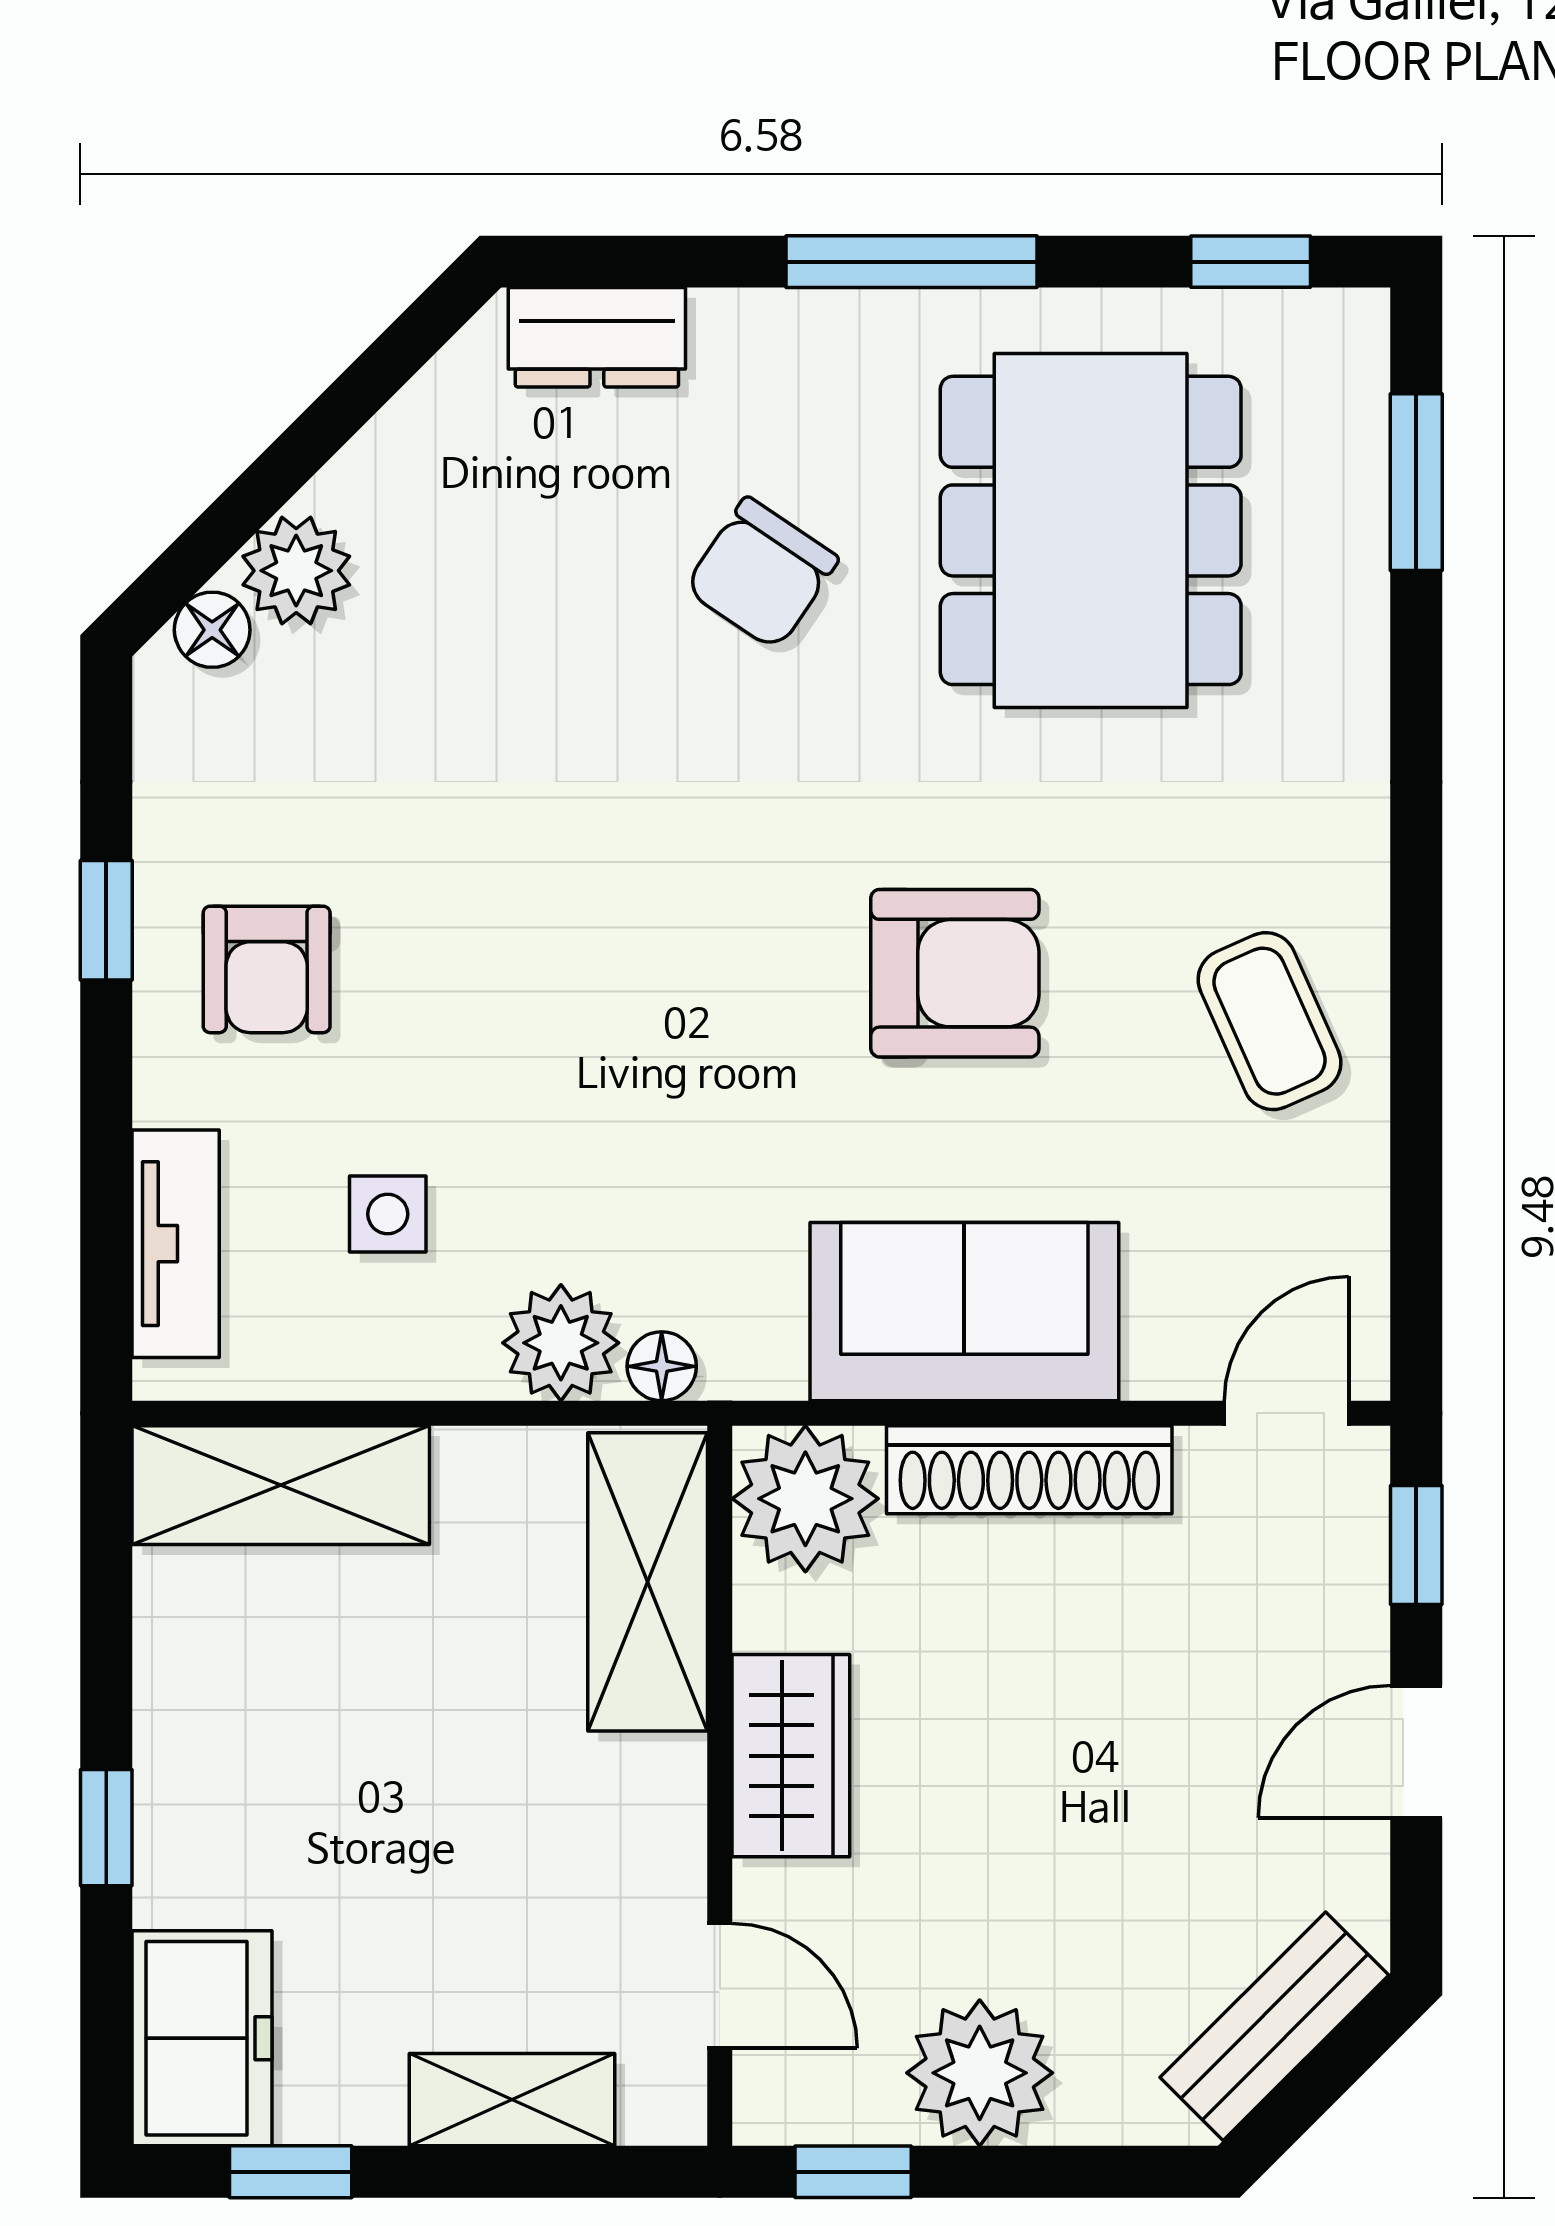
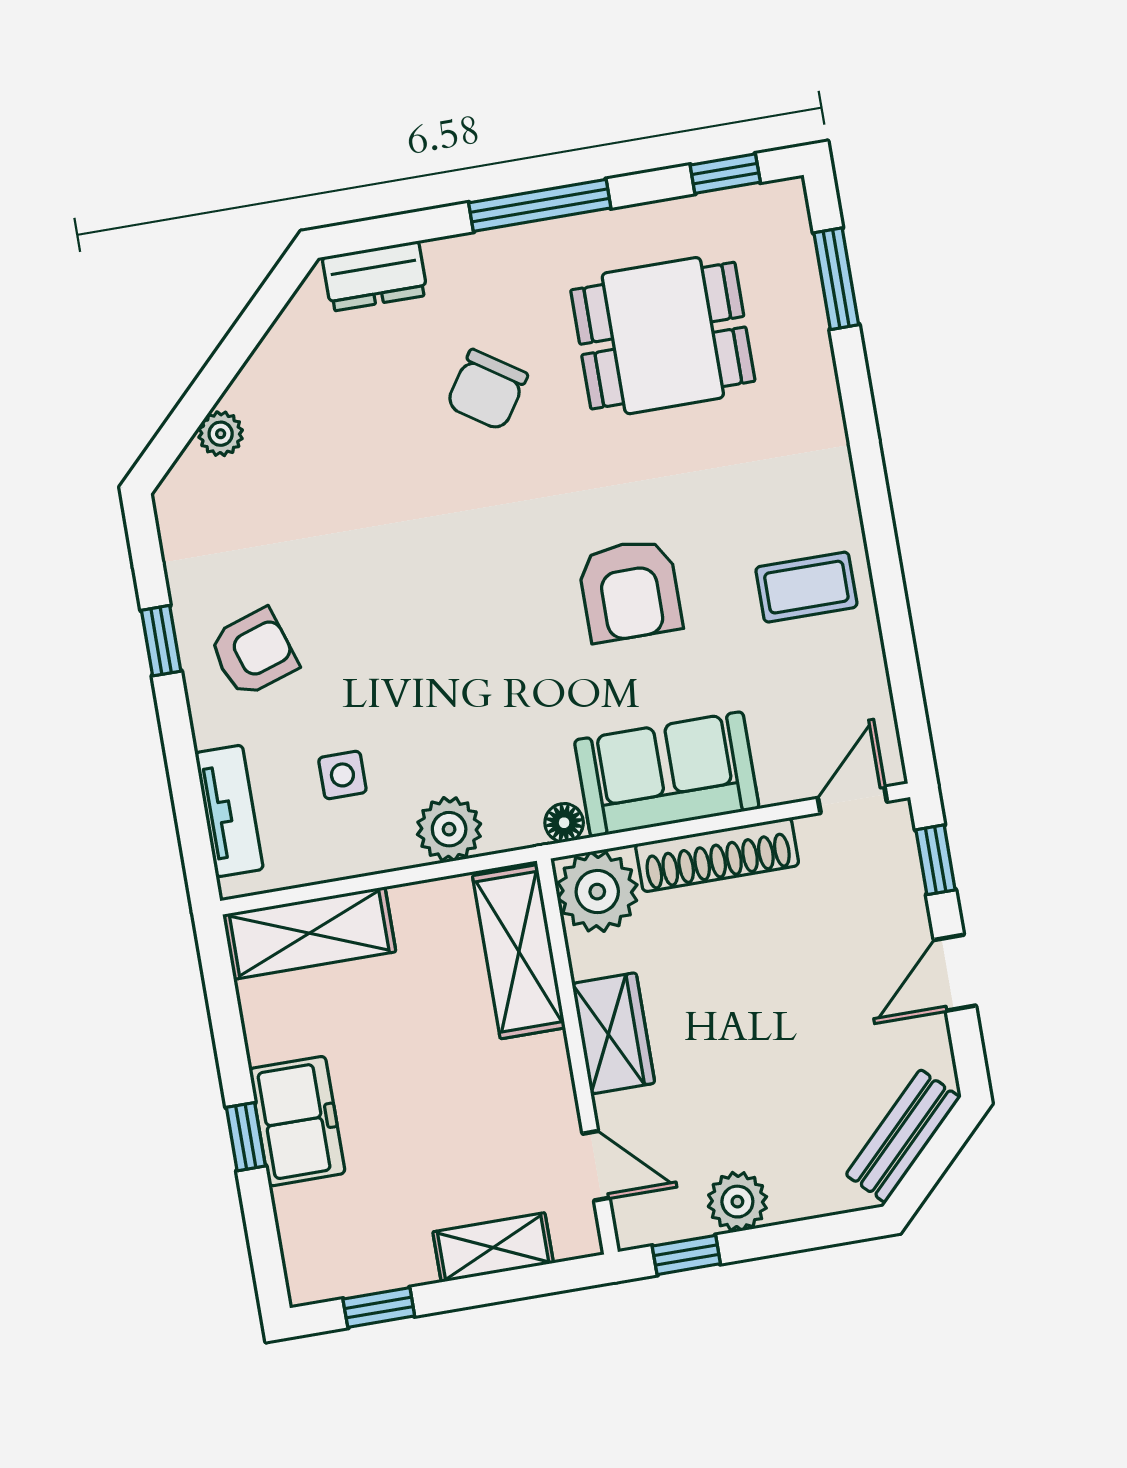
dining table: (1091, 530) -> (663, 336), width x0.73
plant: (296, 571) -> (221, 434), width x0.73, depth x0.73
floor lamp: (212, 630) -> (192, 472), removed
armchair: (267, 969) -> (253, 653), turned -108
armchair: (955, 973) -> (630, 590), turned 90
coffee table: (1269, 1021) -> (806, 587), turned -66
floor lamp: (662, 1366) -> (564, 823), moved
freezer: (202, 2038) -> (297, 1121), moved
plant: (980, 2073) -> (737, 1202), width x0.73, depth x0.73

